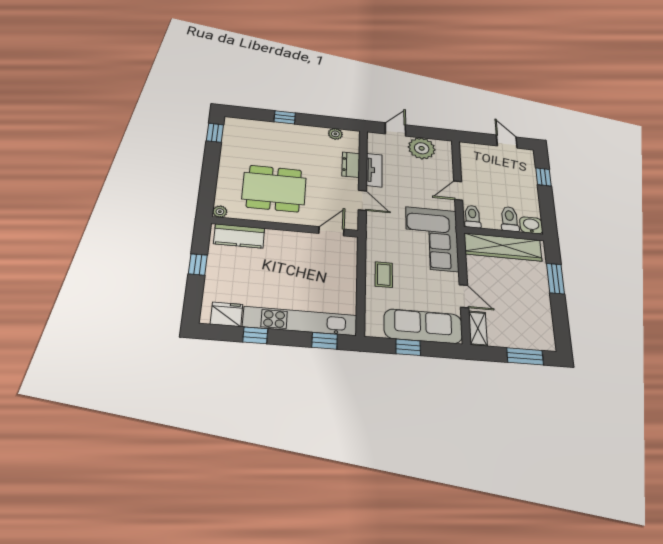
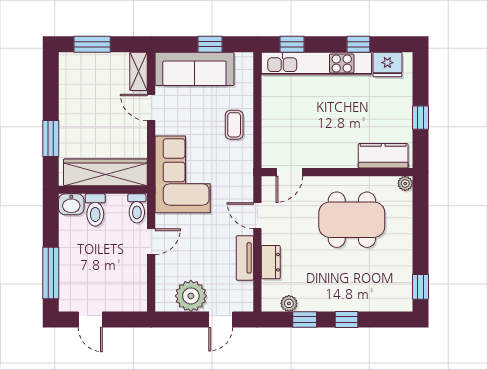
window: (322, 121) -> (305, 320), added
window: (543, 177) -> (51, 273), width x2.17

